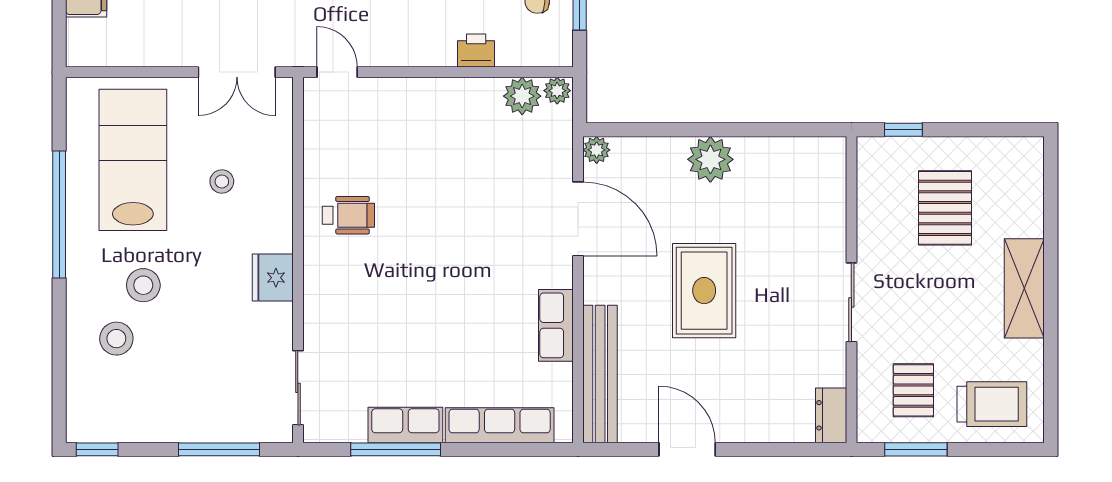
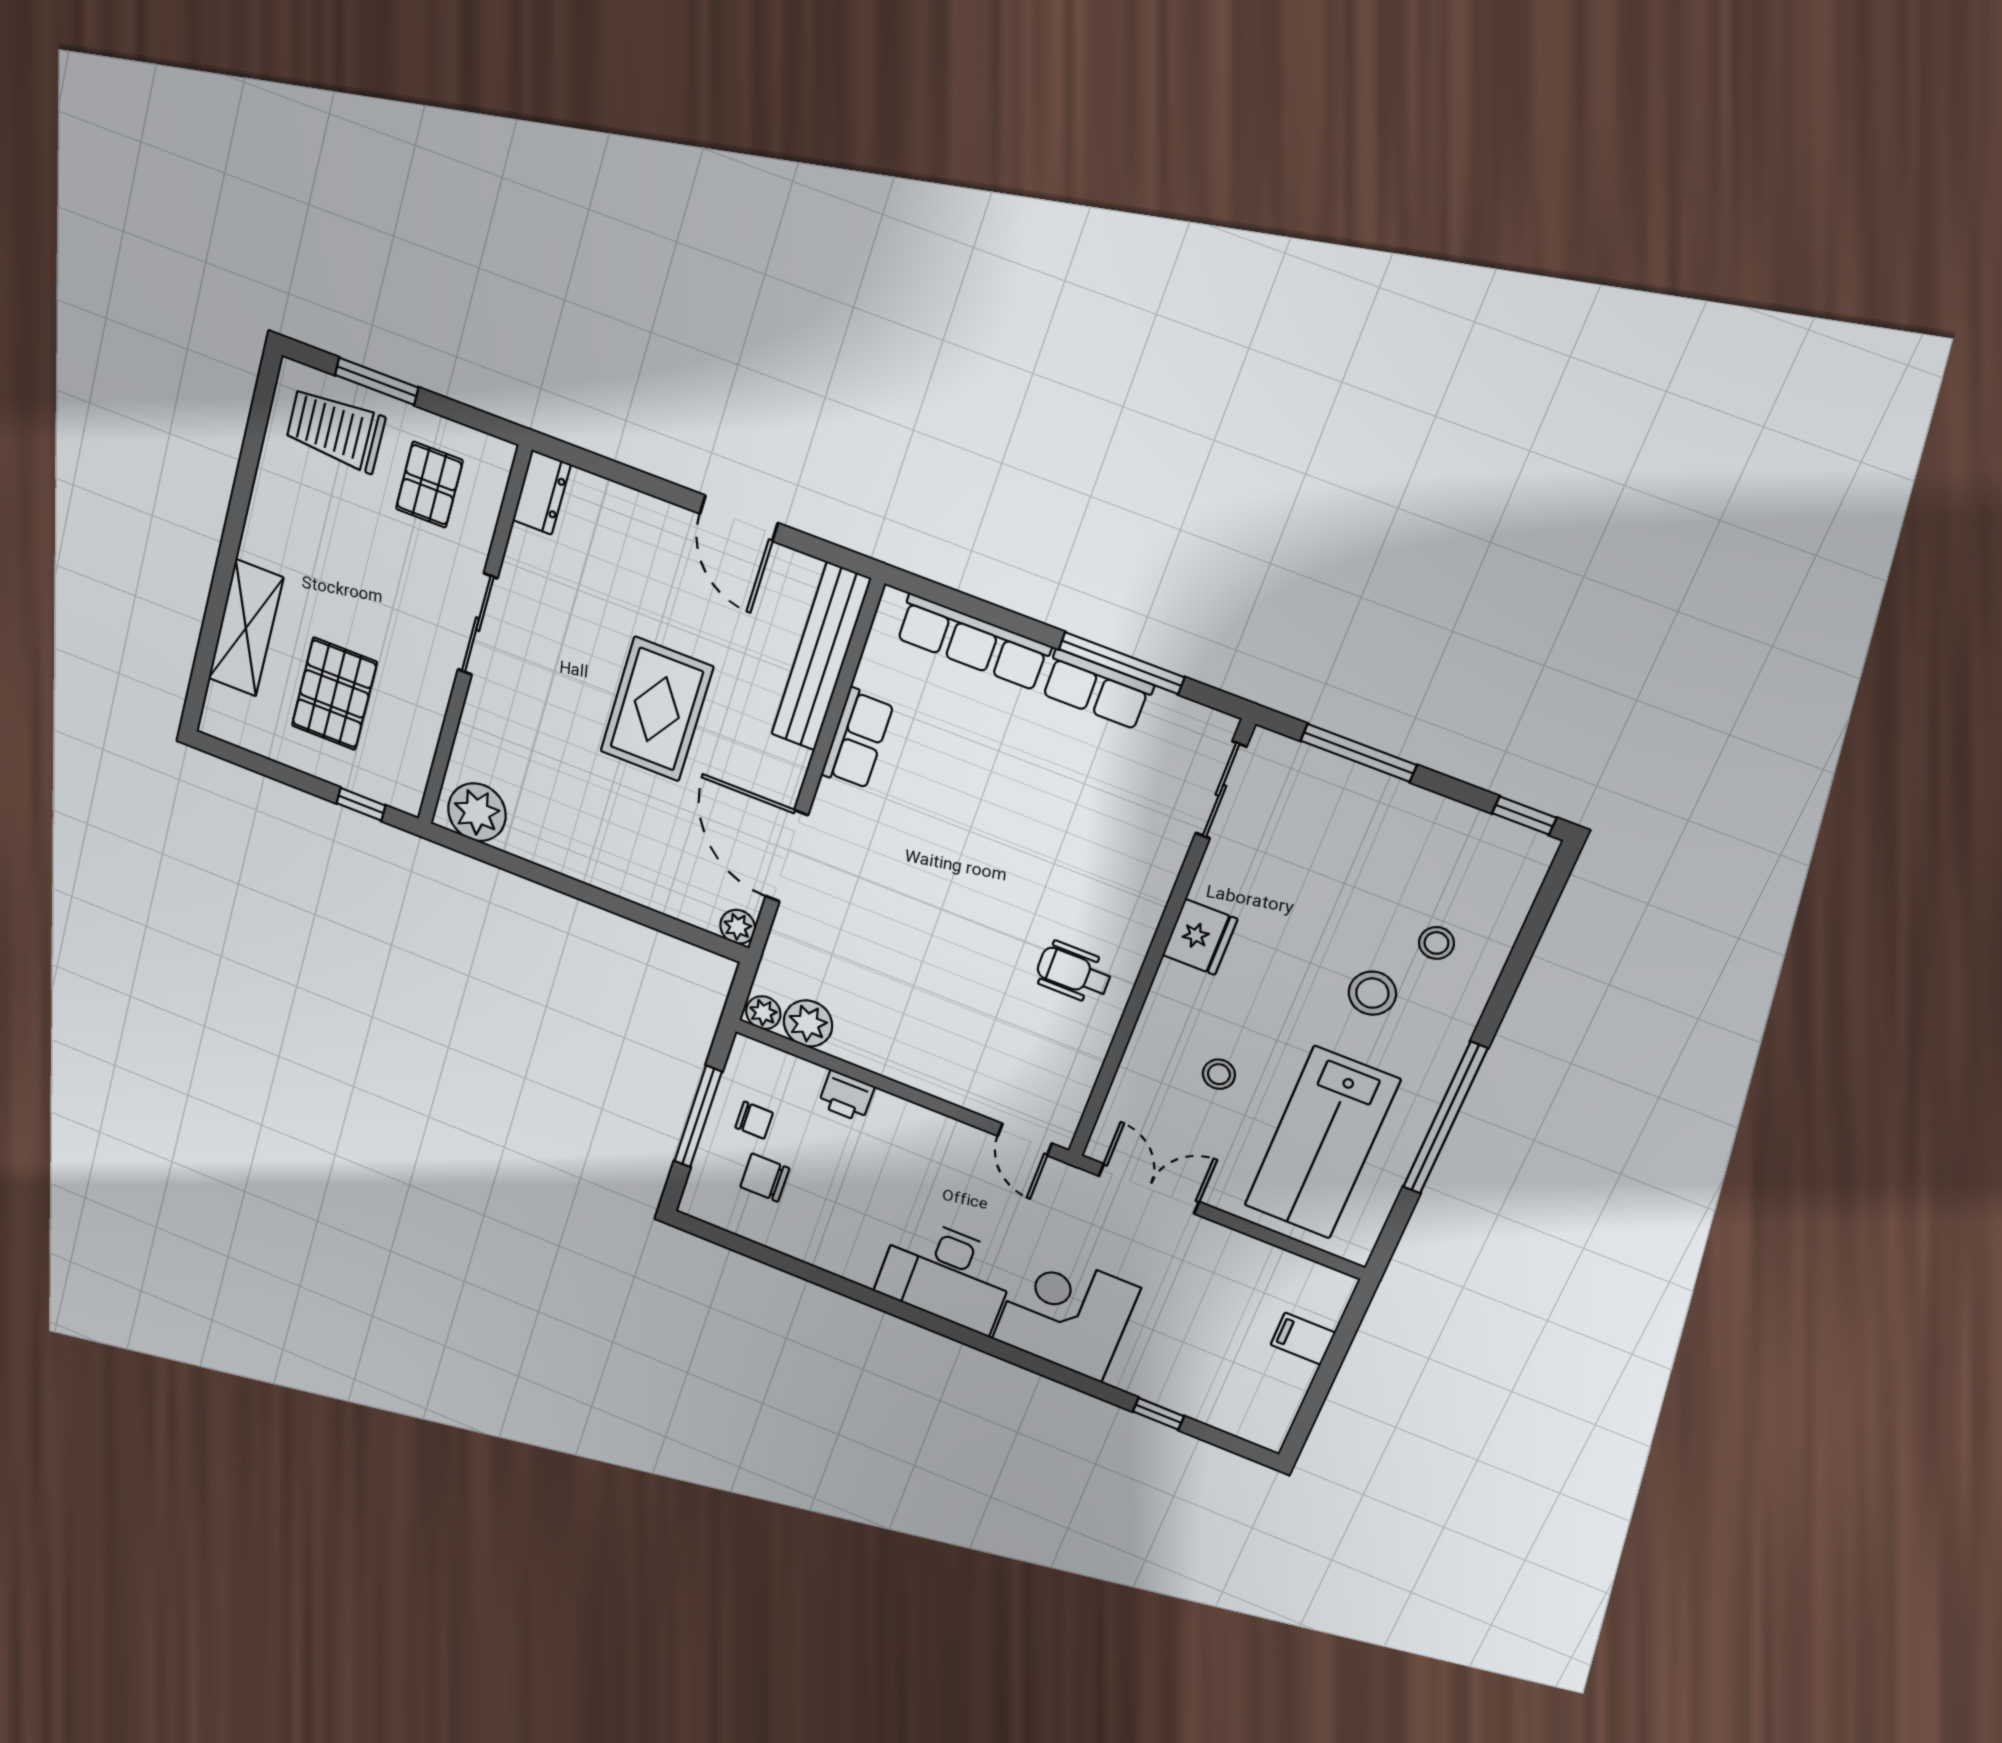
plant: (710, 159) -> (477, 812), moved
shelving: (1024, 288) -> (246, 628), moved
stool: (116, 339) -> (1436, 943), width x0.73, depth x0.73
window: (916, 449) -> (377, 381), moved

